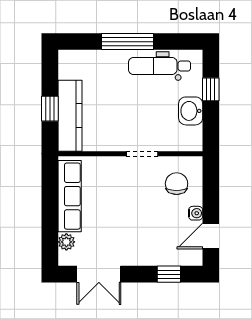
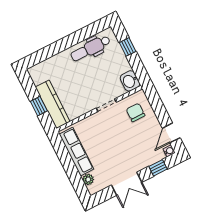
window: (127, 42) -> (64, 44), removed
washbasin: (191, 111) -> (130, 81), moved
water cooler: (196, 213) -> (169, 151), moved
double door: (99, 274) -> (127, 184), moved

